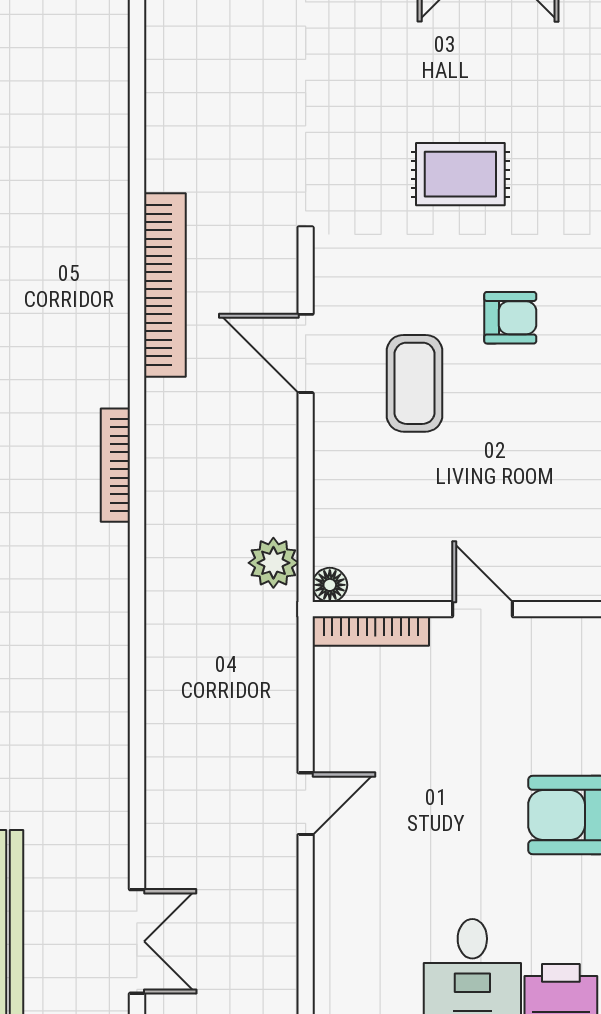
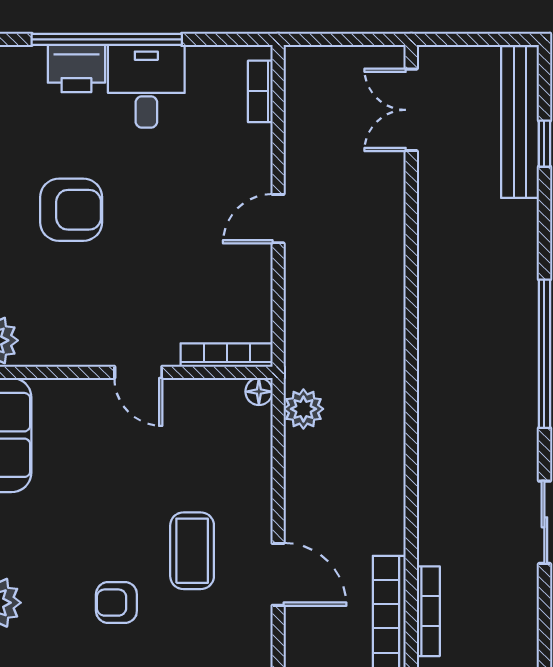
bookcase: (115, 465) -> (428, 611), moved
bookcase: (328, 965) -> (260, 91), added

